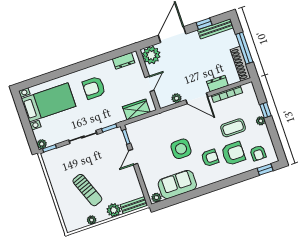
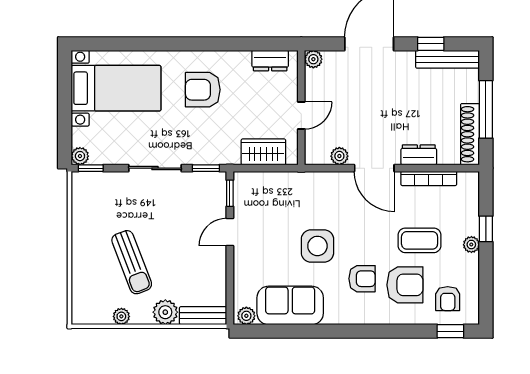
plant: (151, 55) -> (313, 59), width x0.53, depth x0.53

